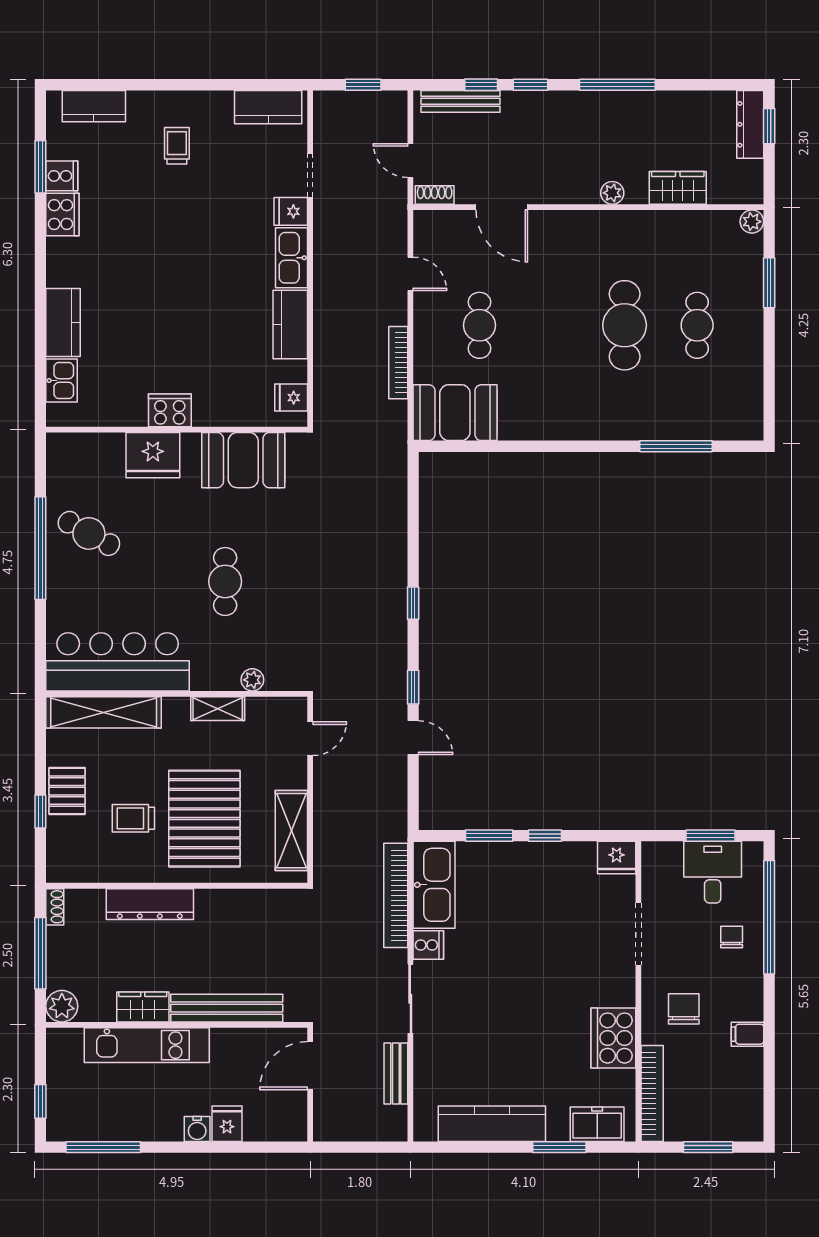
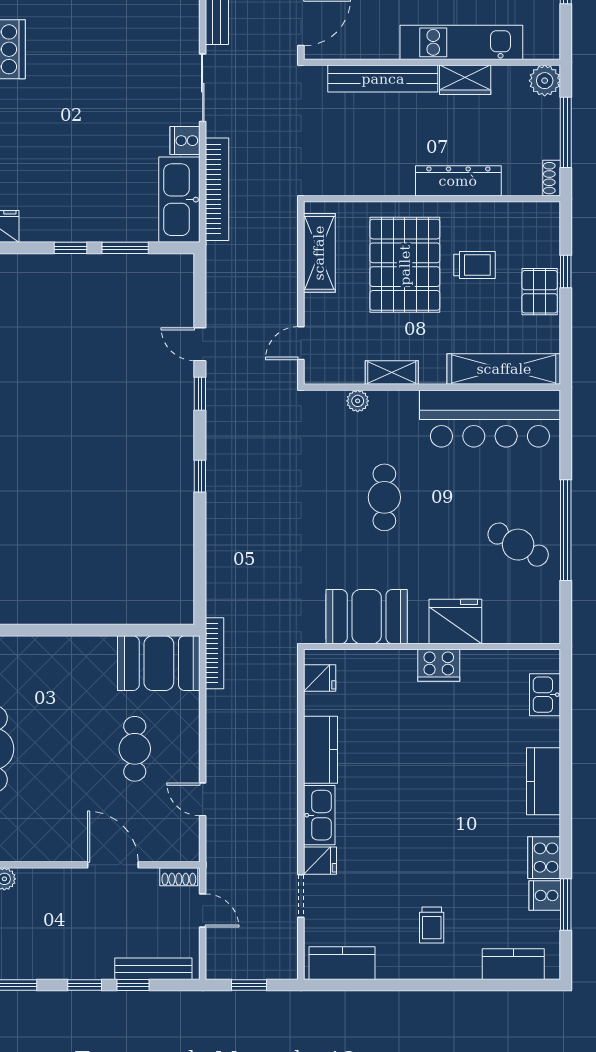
kitchen counter: (63, 322) -> (543, 781), moved
bookcase: (398, 363) -> (214, 653), moved

